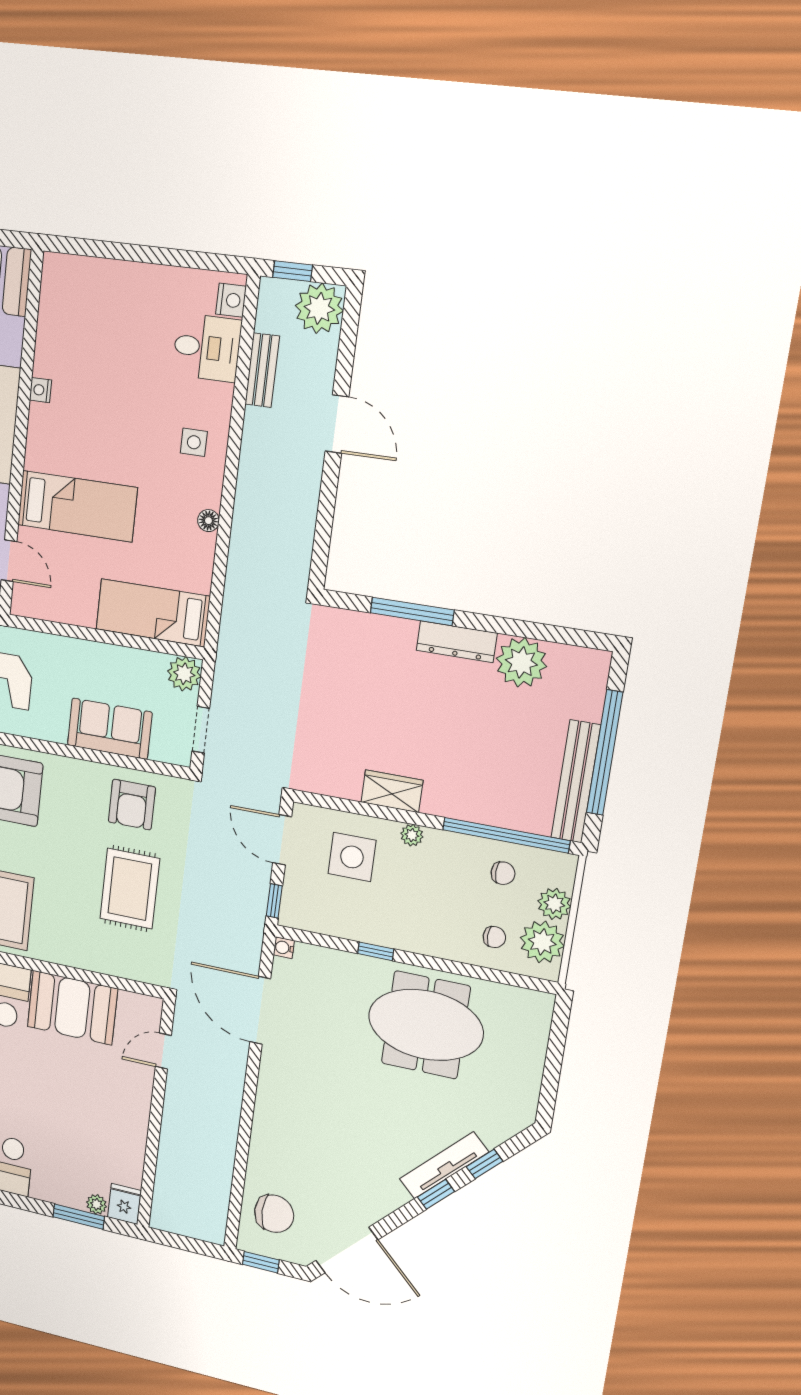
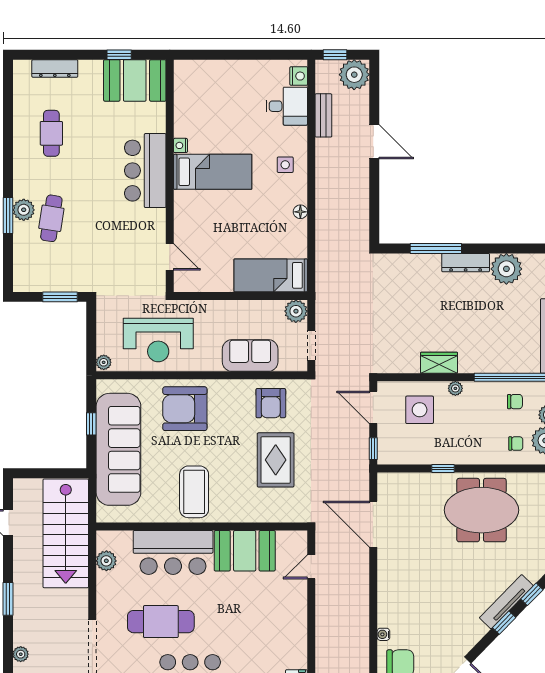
bed: (77, 506) -> (213, 172), moved
water cooler: (284, 948) -> (383, 634), moved

